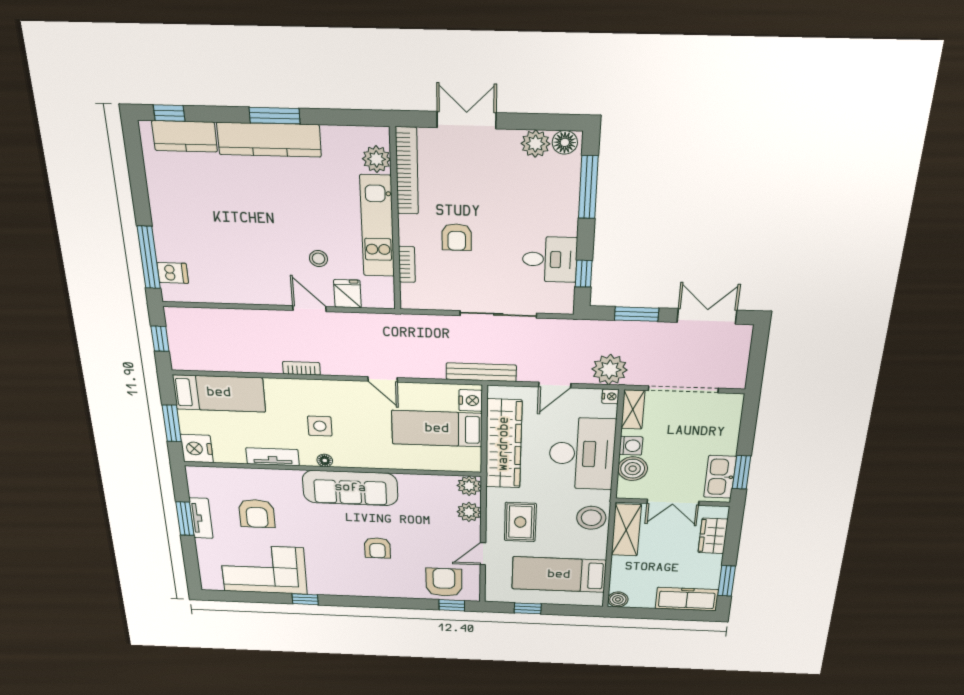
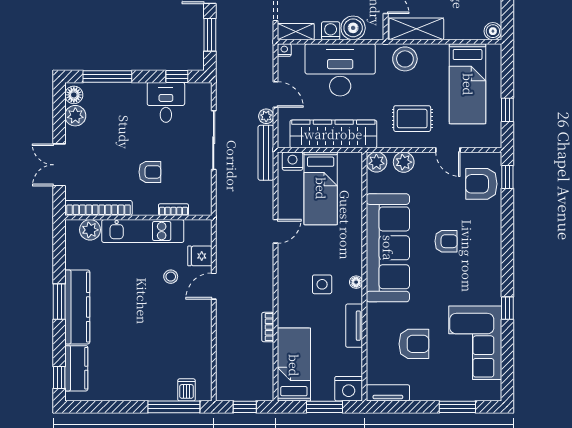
bookcase: (301, 368) -> (268, 327), moved
plant: (610, 370) -> (266, 116), moved, width x0.53, depth x0.53
sofa: (350, 488) -> (388, 248), width x1.36, depth x1.27
tv unit: (201, 518) -> (388, 393), moved
window: (185, 519) -> (457, 407), moved

